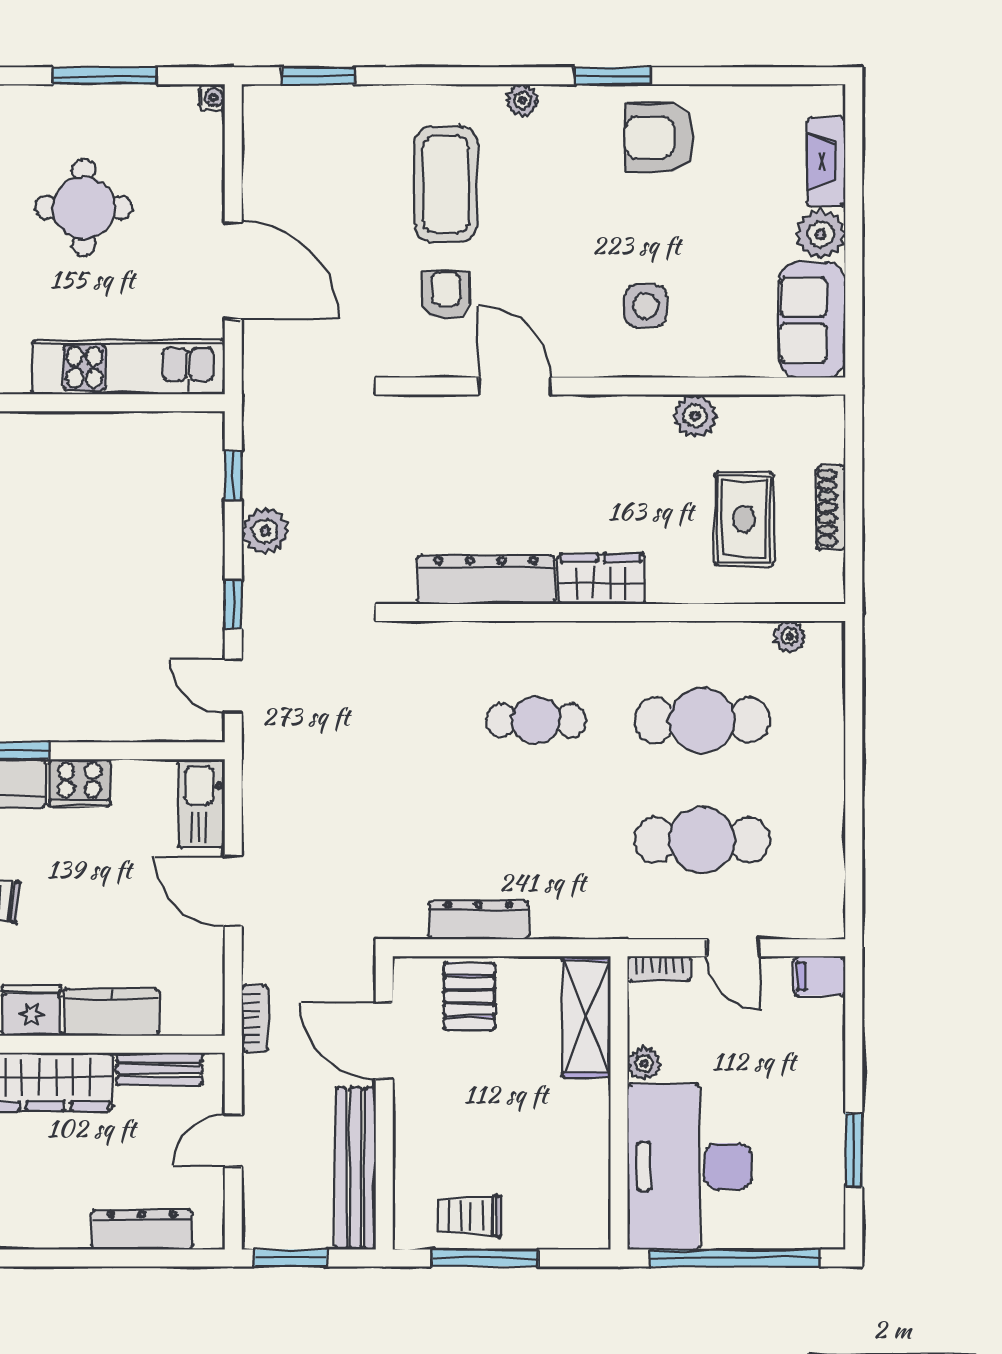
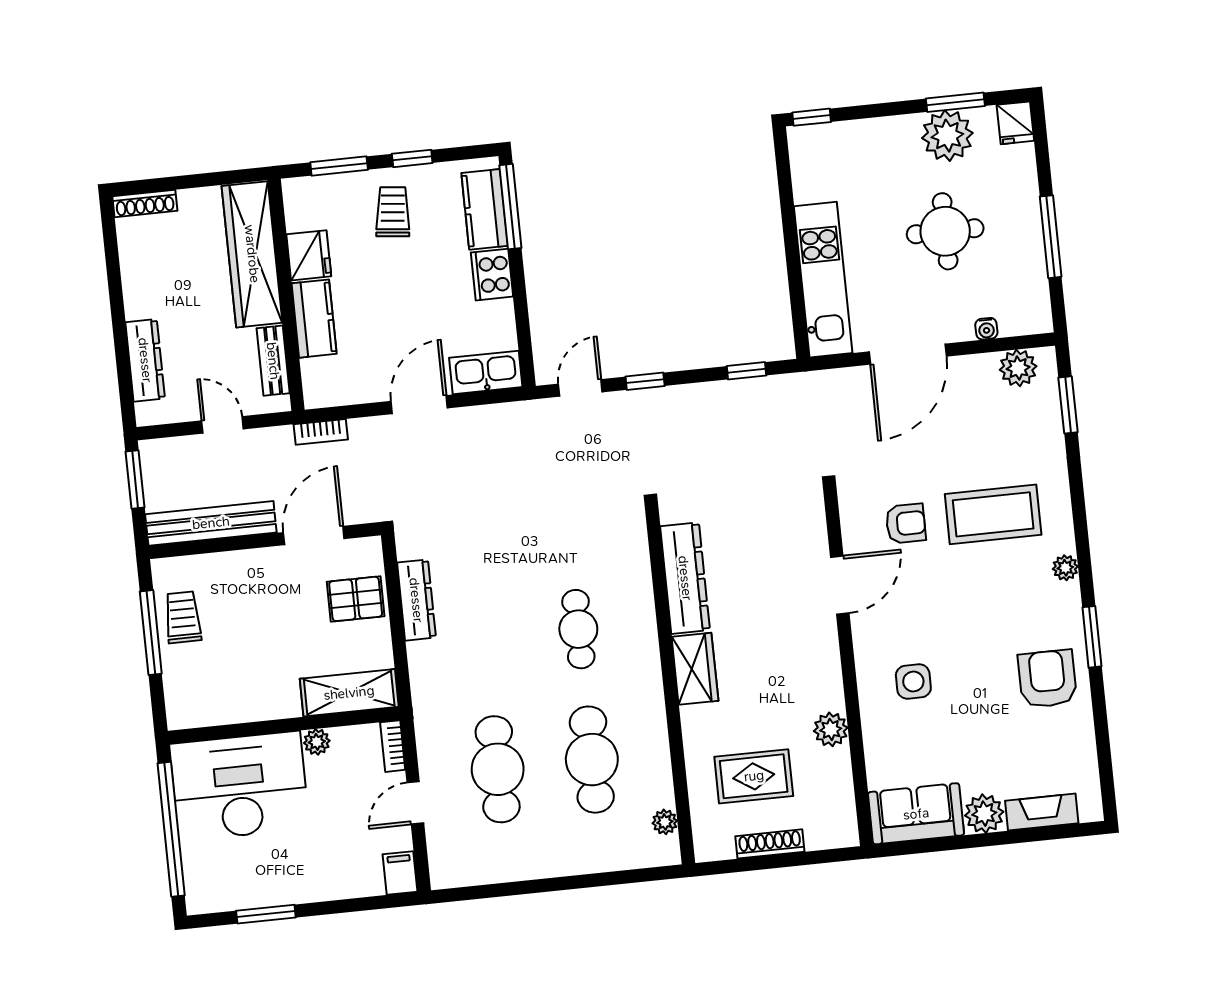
water cooler: (212, 97) -> (986, 329), moved
plant: (265, 531) -> (1018, 368), moved

